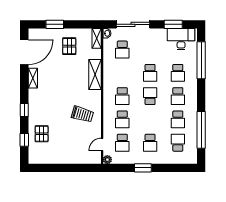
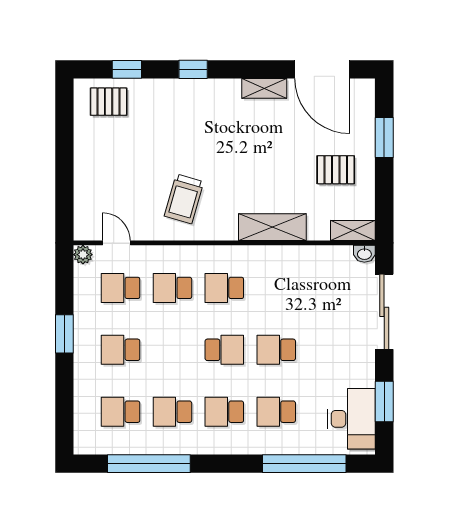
school desk: (122, 50) -> (328, 288), removed
pallet: (42, 134) -> (109, 102), moved
school desk: (178, 143) -> (121, 412), turned 180

